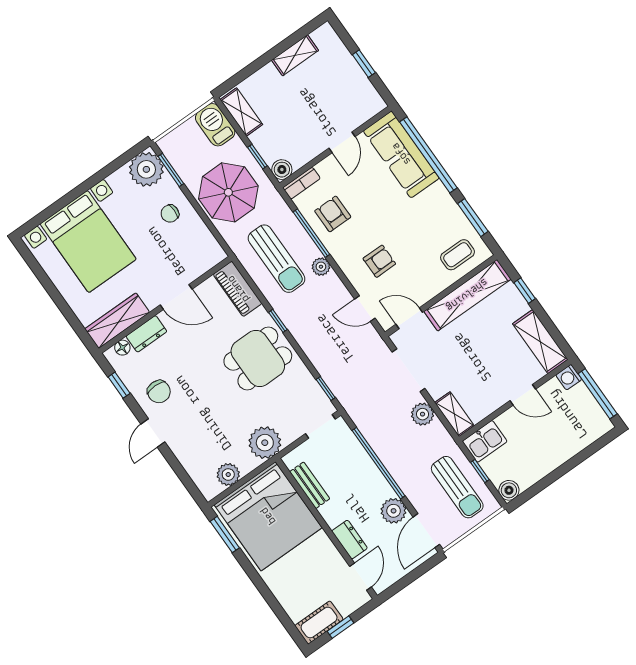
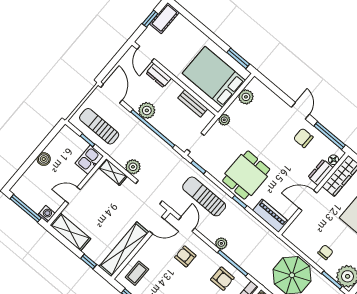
sun lounger: (276, 259) -> (204, 196), moved
armchair: (379, 261) -> (185, 256), turned 90
door: (365, 309) -> (187, 224), hinge flipped
window: (119, 385) -> (330, 135), width x2.17
plant: (265, 443) -> (224, 120), width x0.53, depth x0.53
boiler: (509, 490) -> (44, 159), moved
plant: (394, 511) -> (147, 110), moved
bed: (268, 516) -> (214, 77), width x0.73

